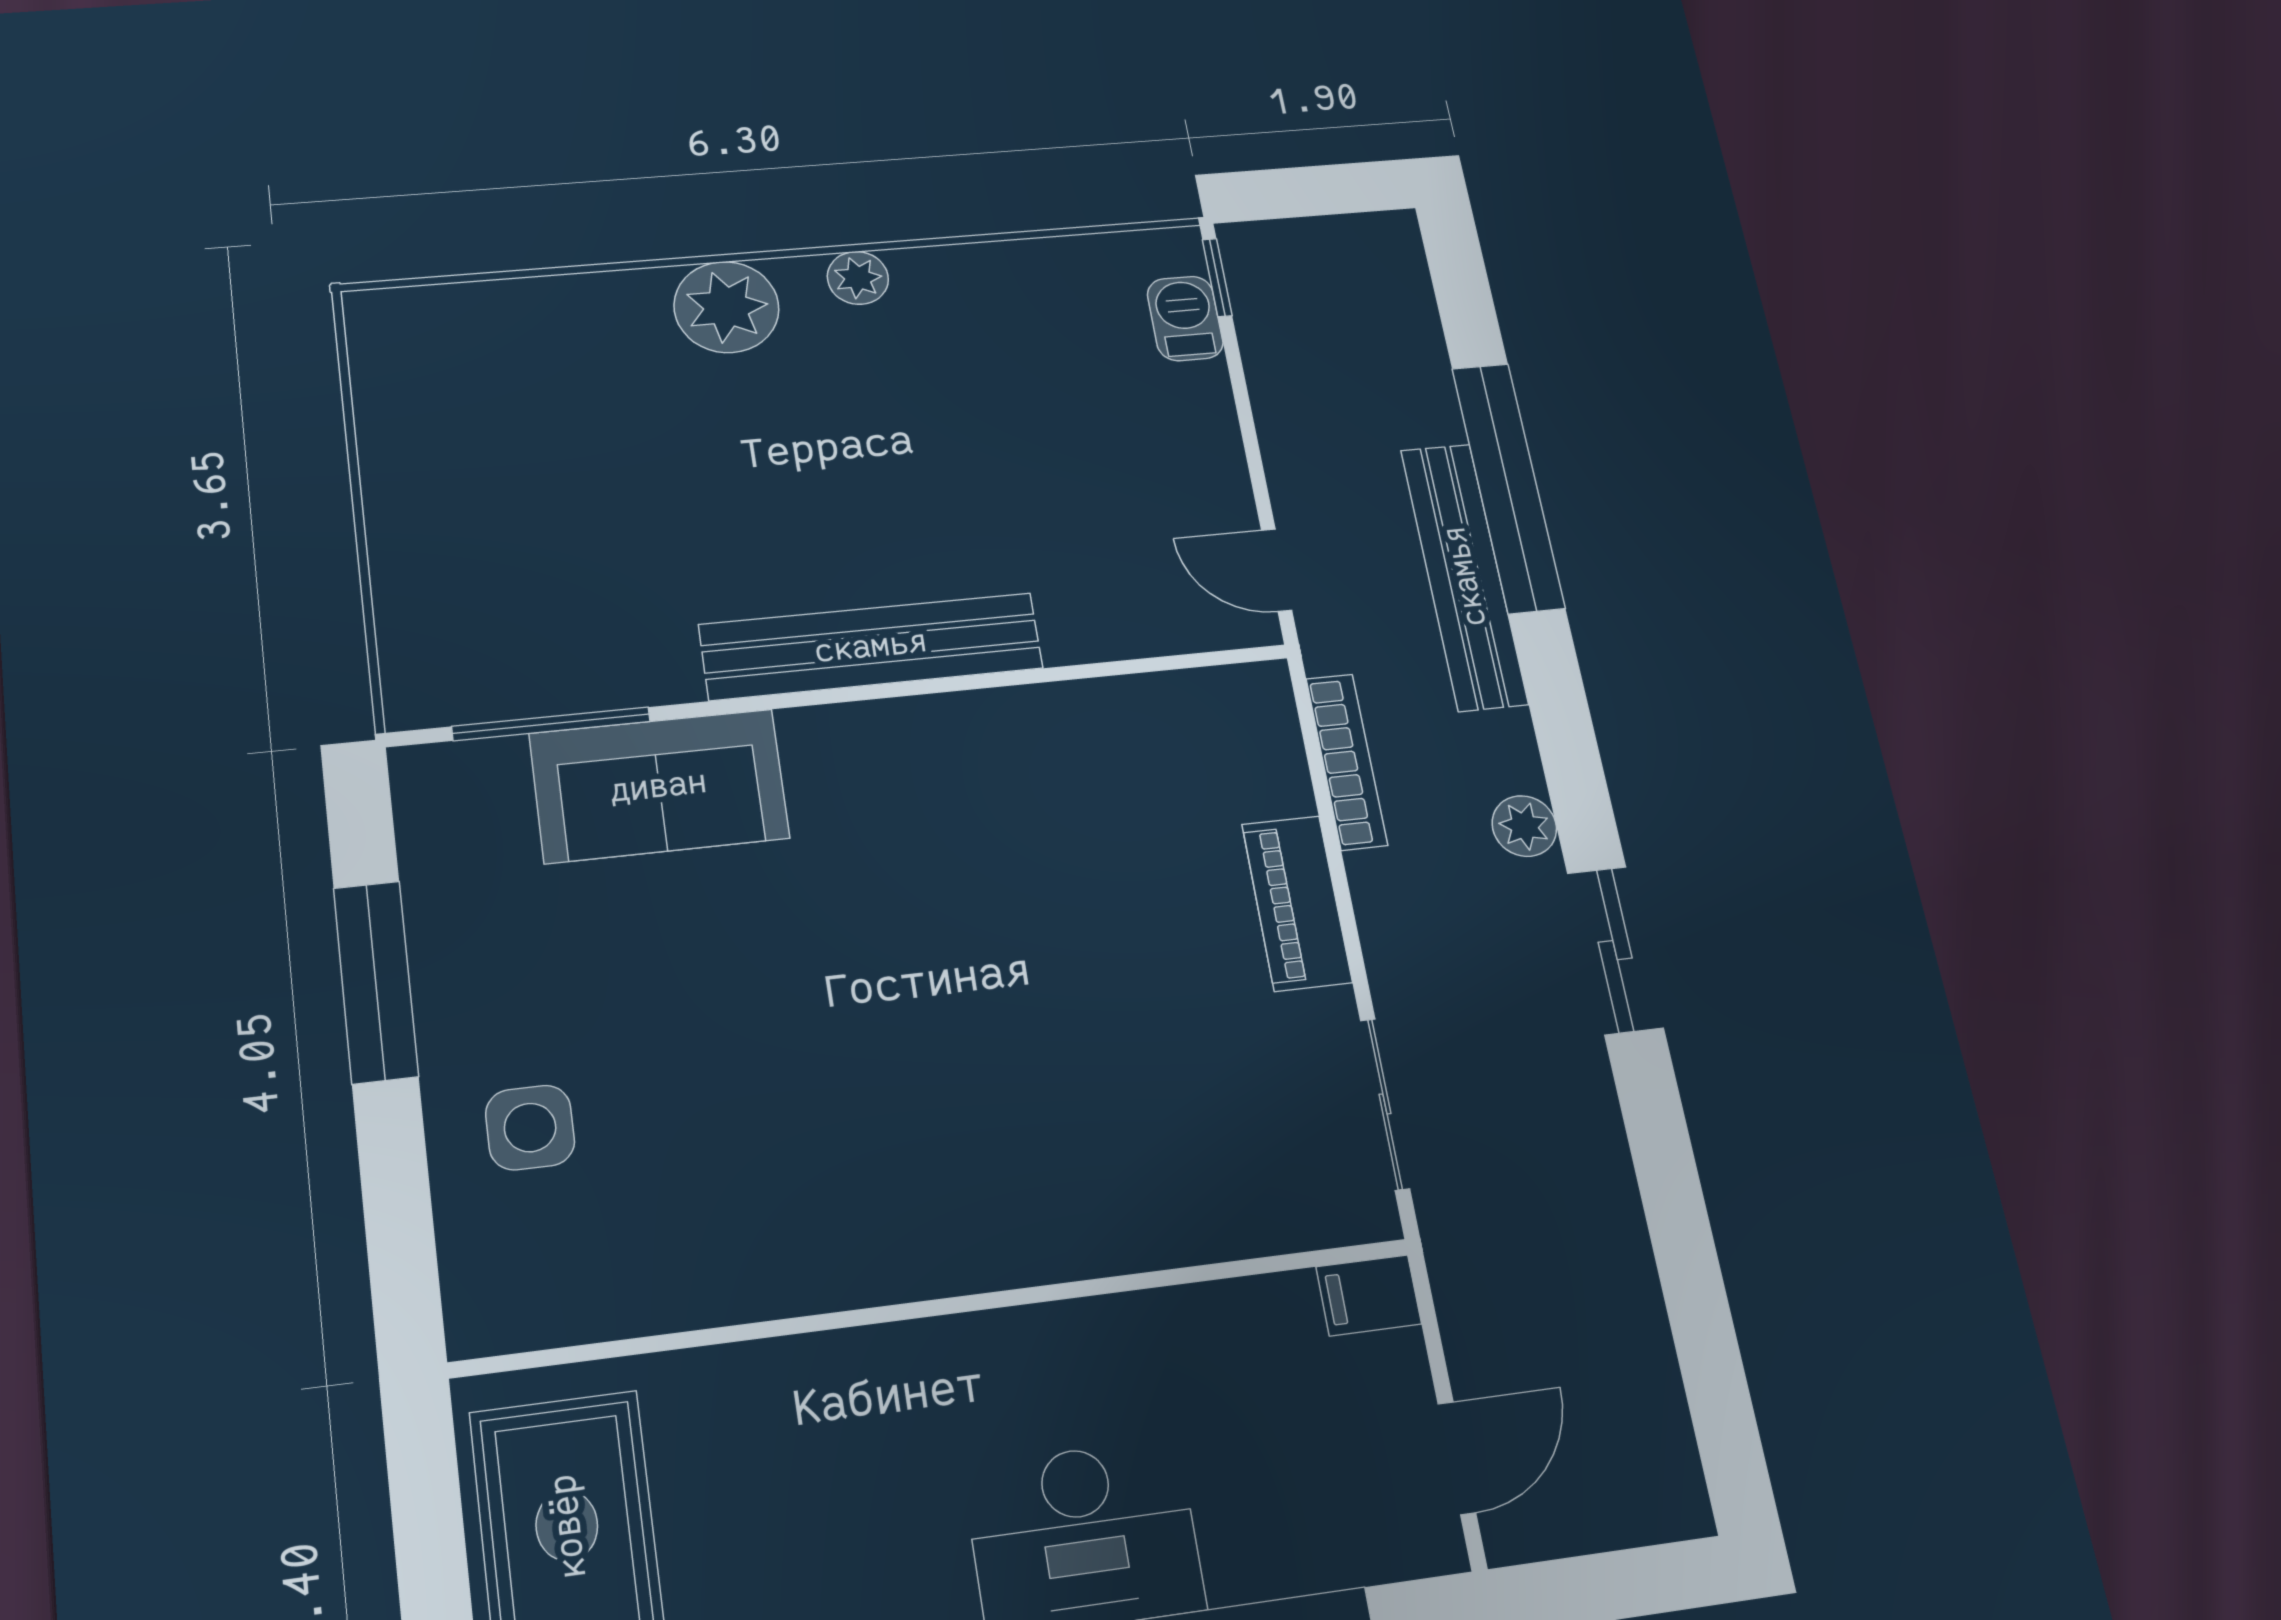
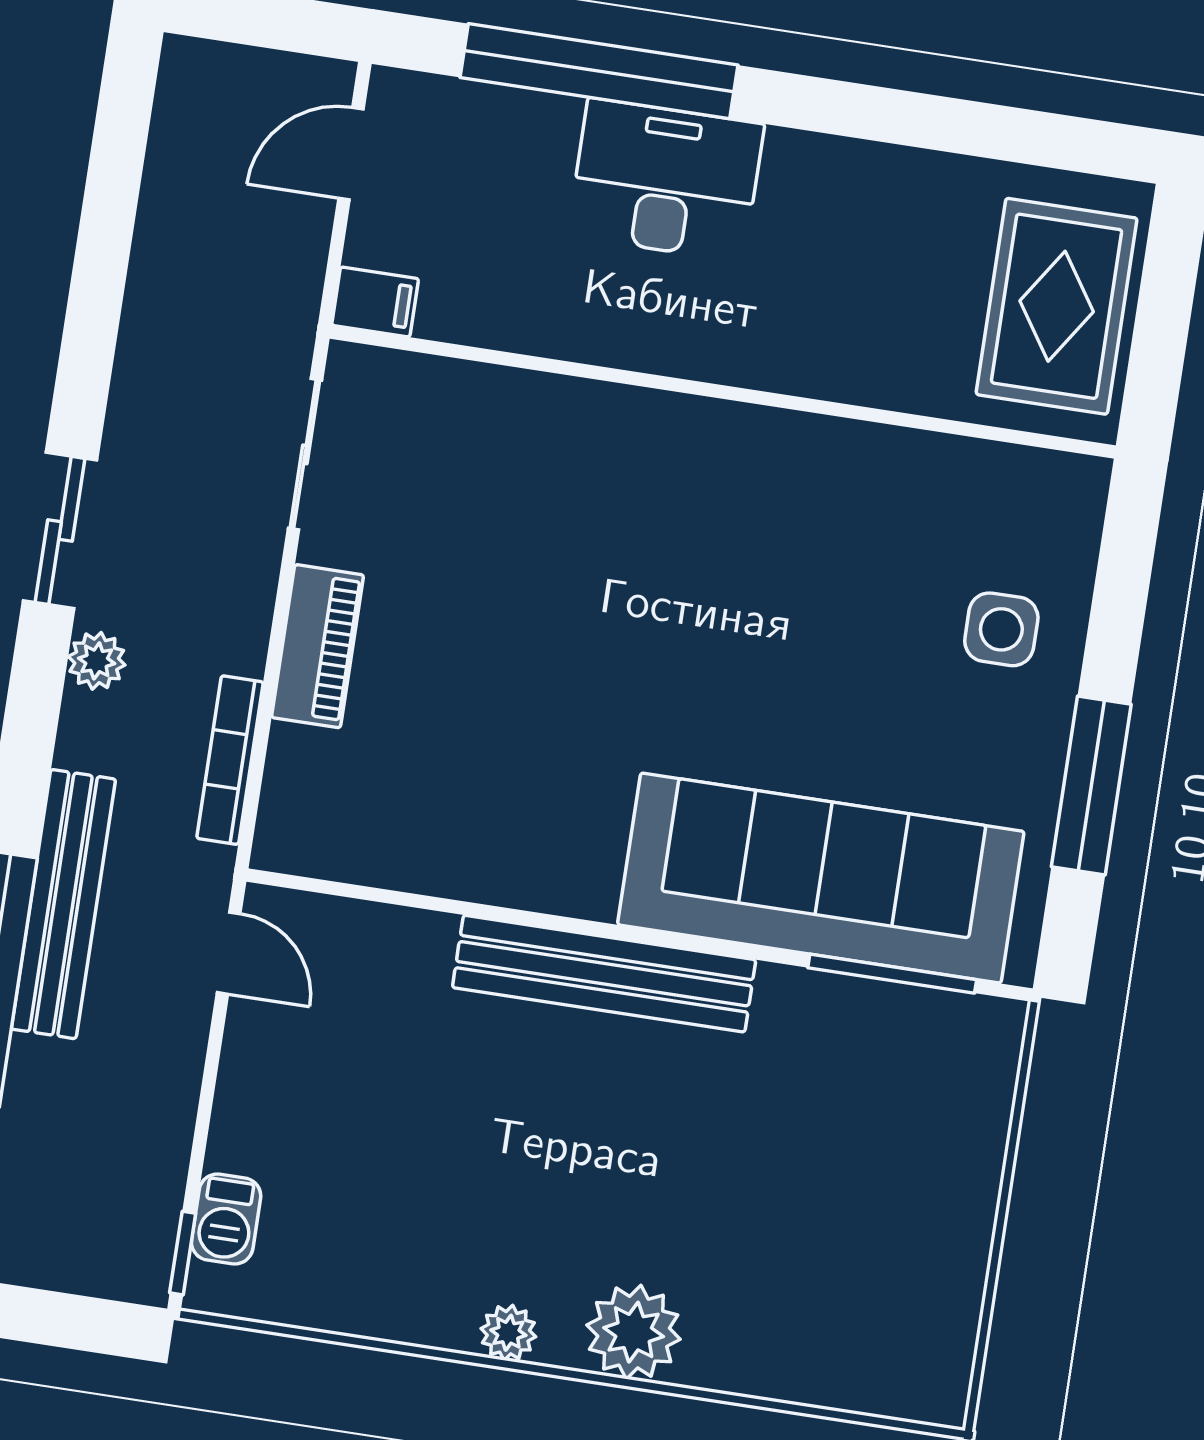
sofa: (659, 786) -> (821, 878), width x1.85, depth x1.27

